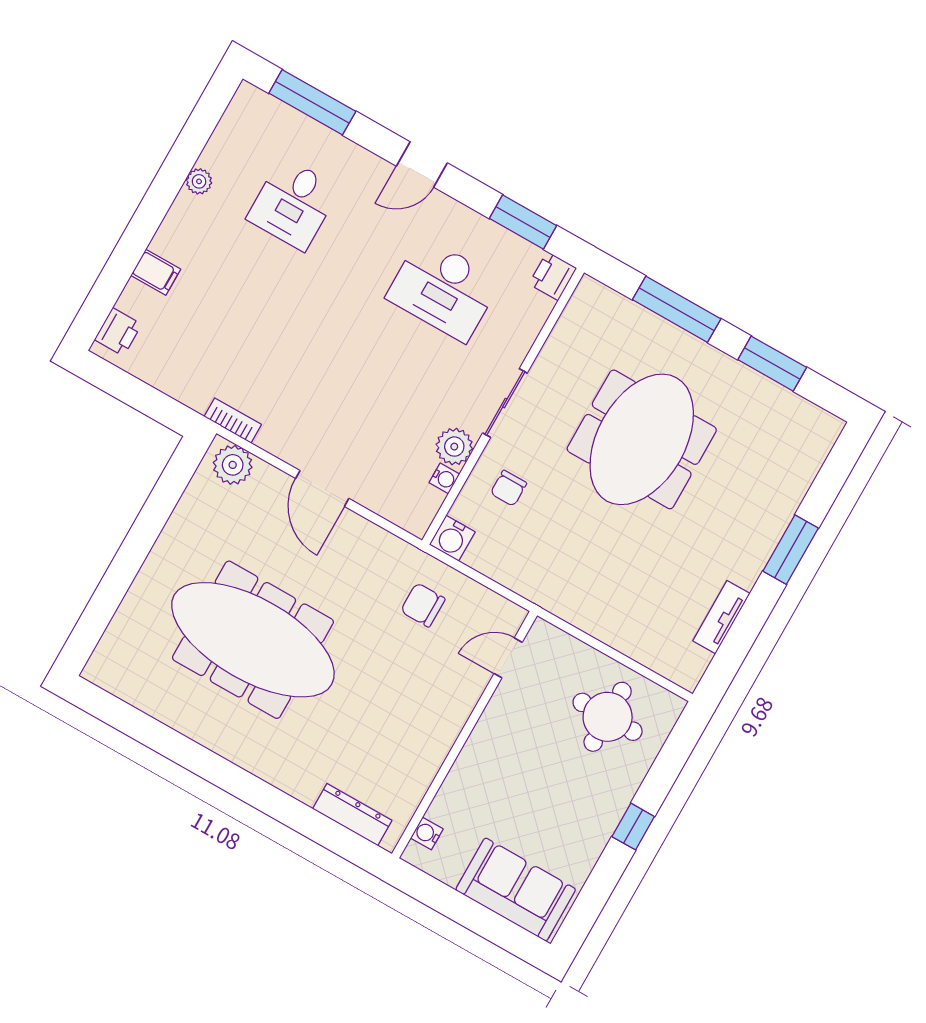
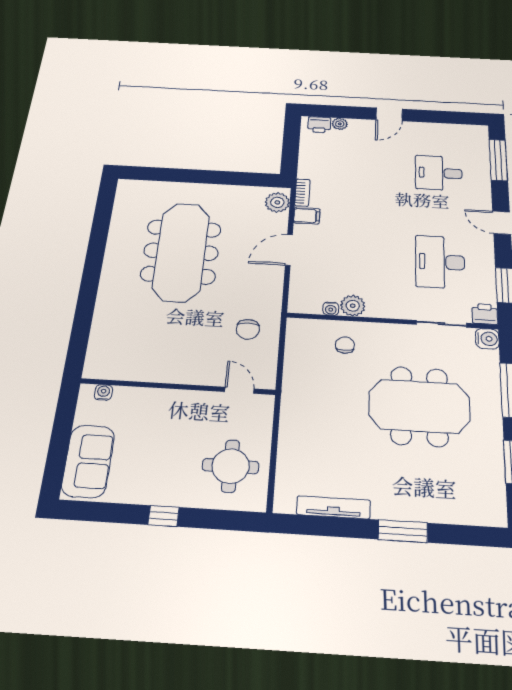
plant: (199, 181) -> (340, 124), moved
door: (149, 216) -> (389, 114), added
filing cabinet: (156, 272) -> (307, 216), moved, turned -90
sliding door: (505, 403) -> (441, 324), moved
chair: (509, 488) -> (345, 345), turned 90
water cooler: (452, 538) -> (487, 339), moved, turned 180
chair: (423, 605) -> (248, 329), turned 180
tv unit: (721, 617) -> (333, 507), width x1.41
dresser: (352, 815) -> (97, 346), removed

